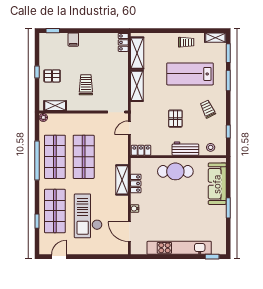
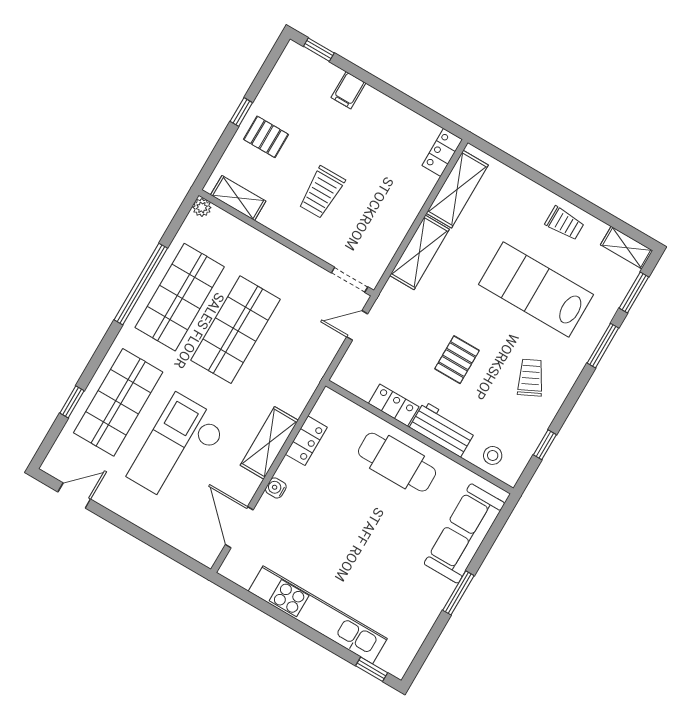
trolley: (86, 85) -> (322, 192), turned 180
locker: (141, 150) -> (394, 405), moved
shelving: (122, 180) -> (269, 443), moved

